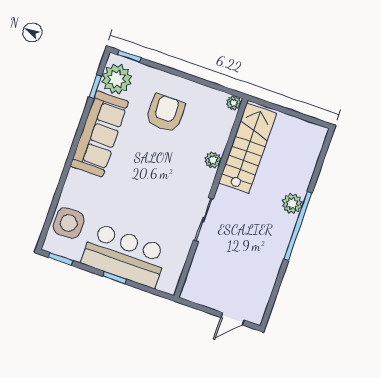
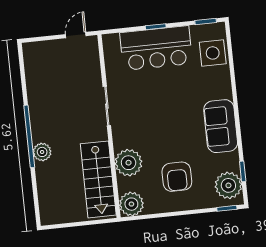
plant: (234, 103) -> (131, 204), width x1.88, depth x1.88
sofa: (99, 134) -> (221, 126), width x0.73
plant: (213, 160) -> (129, 163), width x1.88, depth x1.88
door: (233, 319) -> (76, 35), moved

